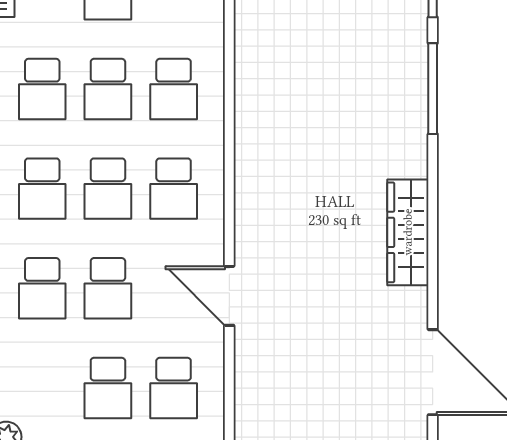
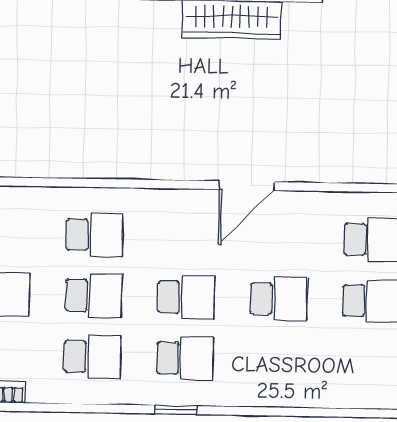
school desk: (174, 189) -> (187, 236), removed
school desk: (42, 288) -> (278, 360), removed
door: (229, 296) -> (247, 186), moved

